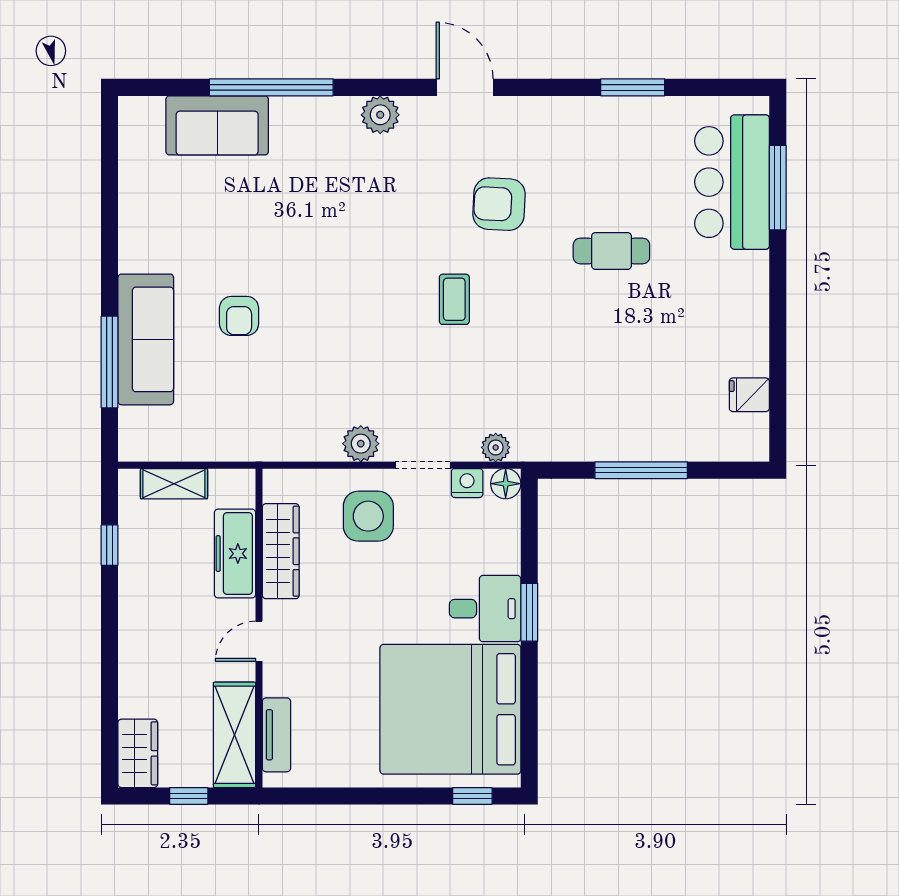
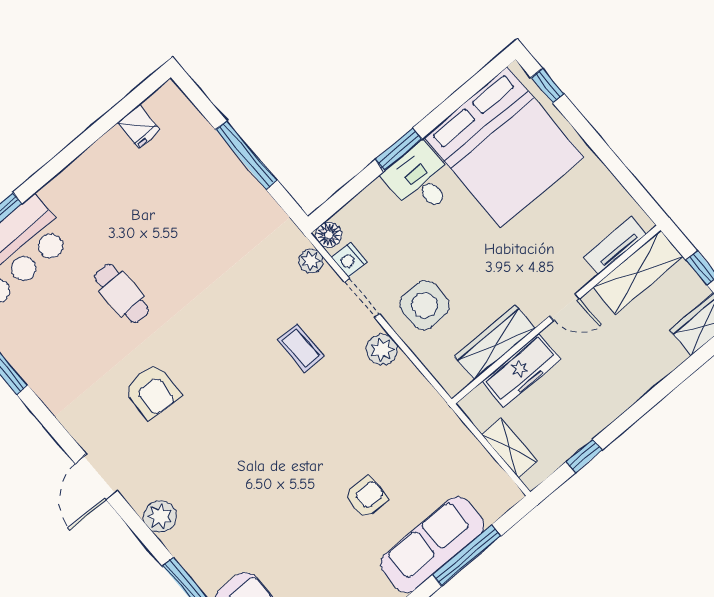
coffee table: (454, 299) -> (301, 348), moved, turned 90

